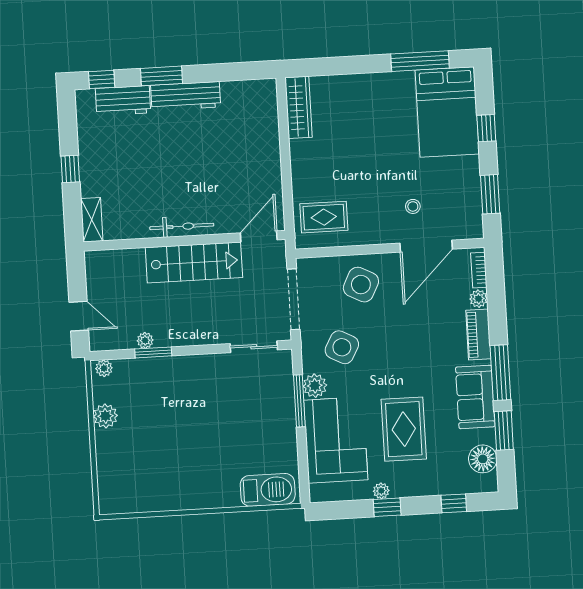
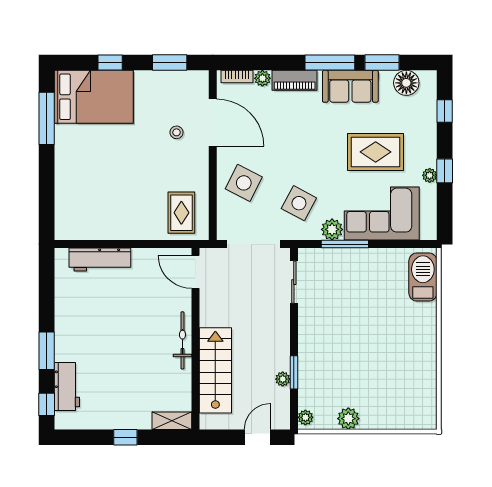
workbench: (186, 96) -> (100, 259), moved, turned 90
wardrobe: (299, 107) -> (82, 230), removed
stairs: (194, 262) -> (215, 370), moved

